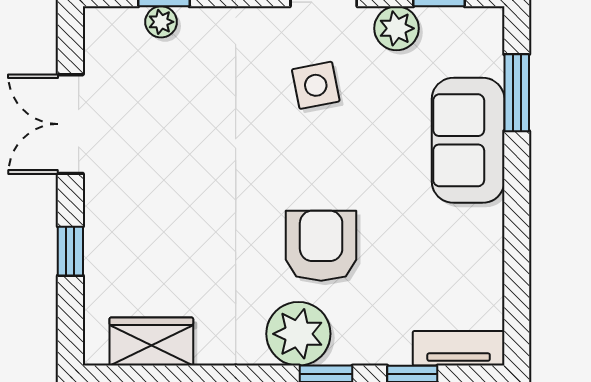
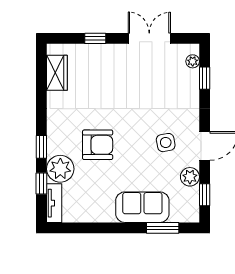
plant: (161, 22) -> (193, 61), moved
plant: (298, 334) -> (60, 169), moved

